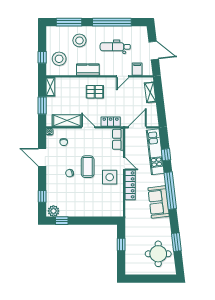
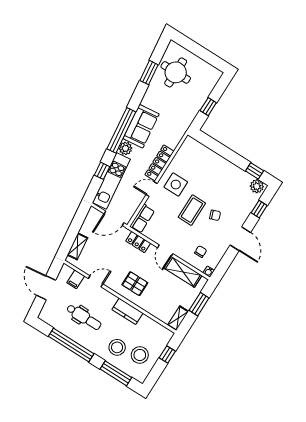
stool: (59, 59) -> (140, 355), moved
door: (42, 157) -> (240, 239), moved
door: (124, 164) -> (152, 189), hinge flipped
plant: (160, 180) -> (125, 148), added

